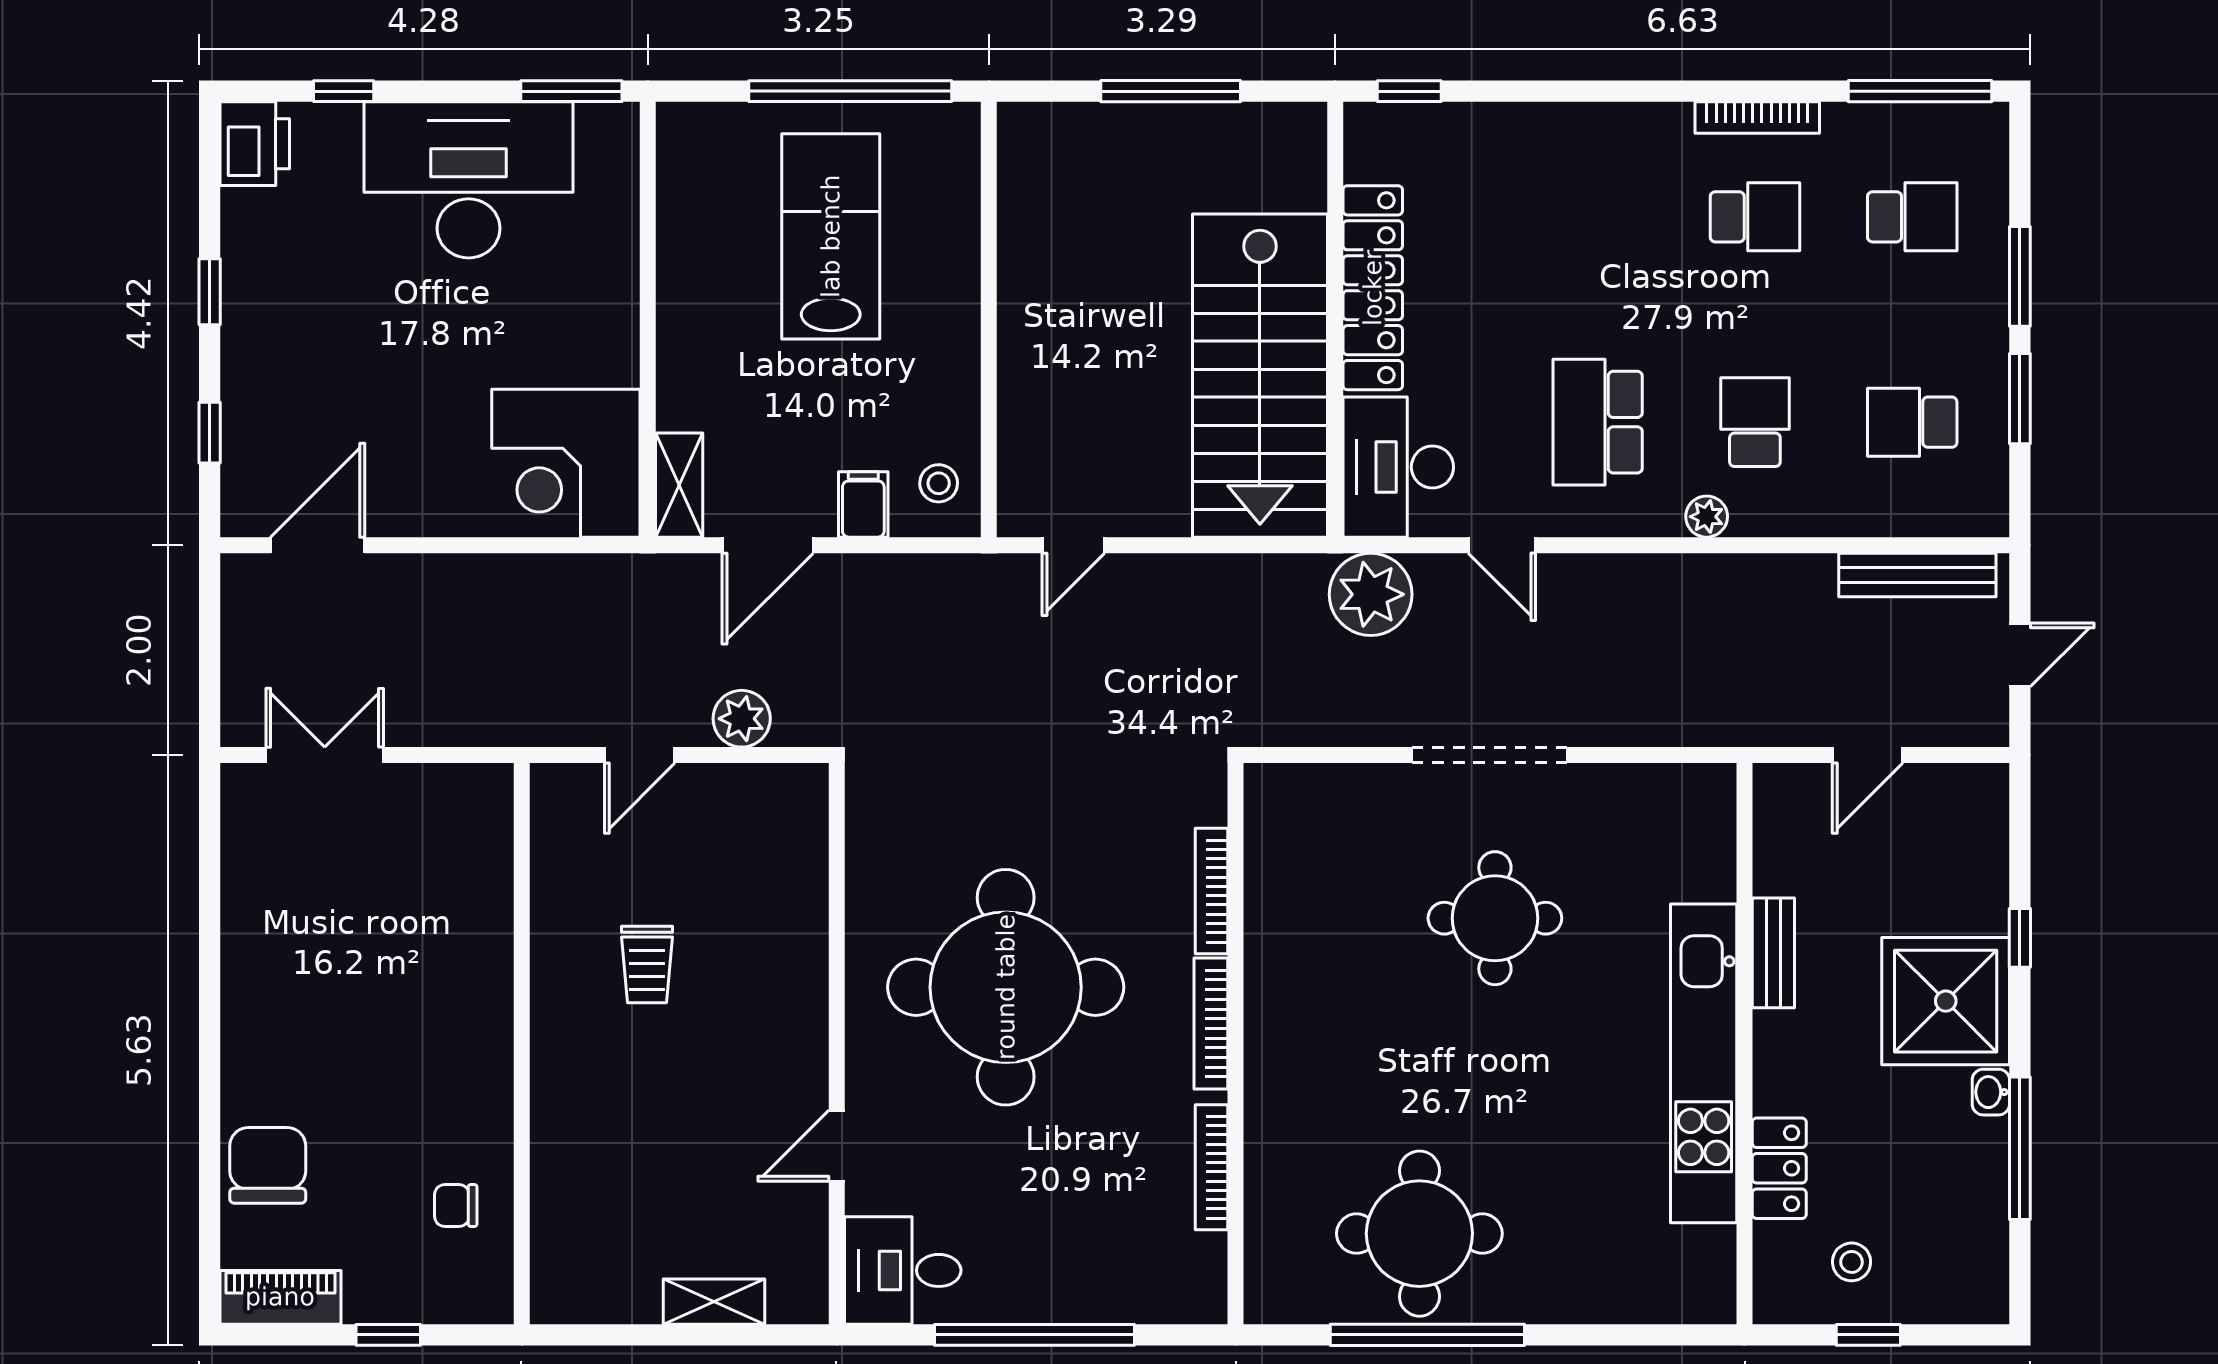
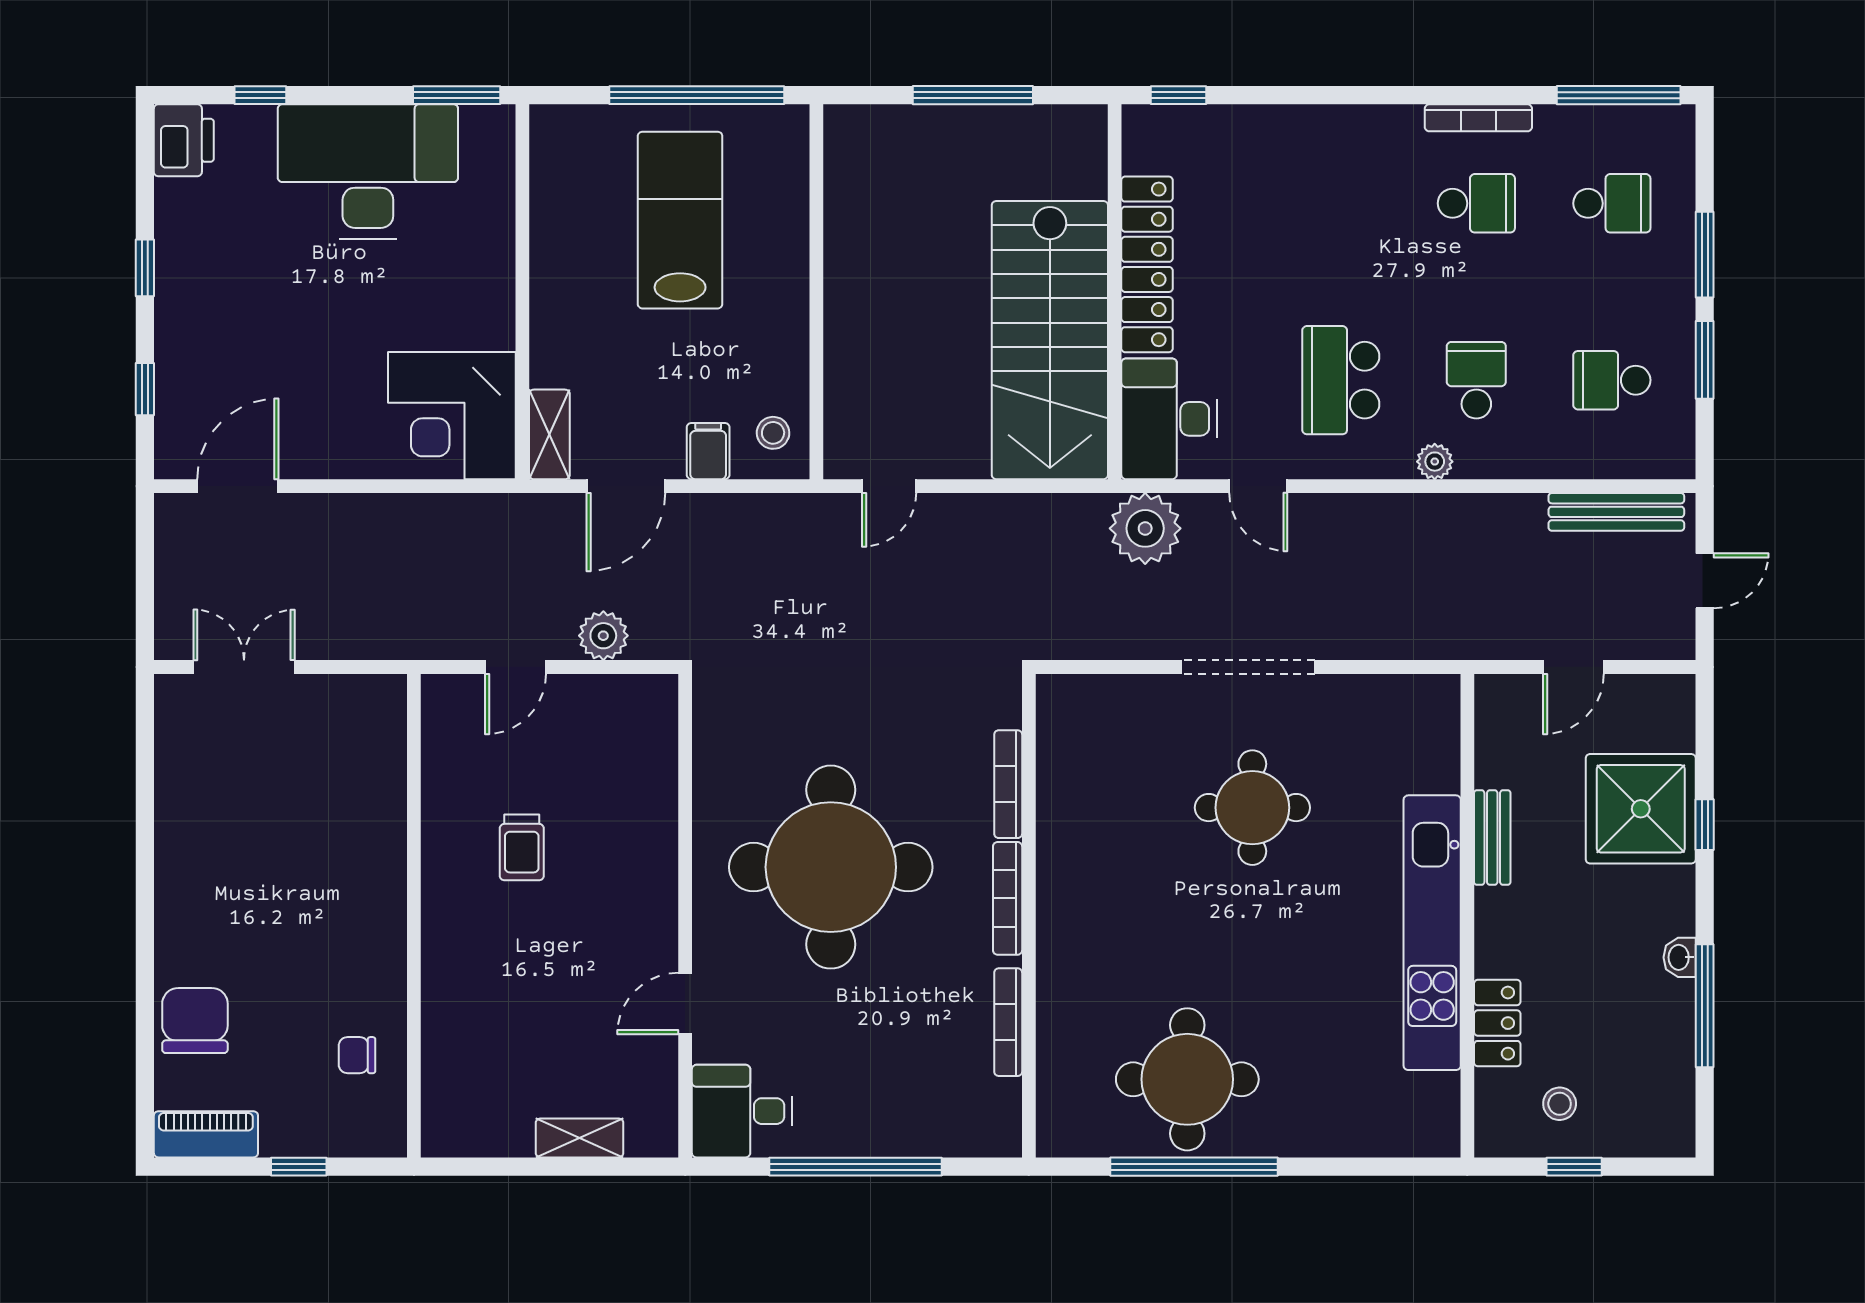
shower: (1946, 1001) -> (1641, 809), moved

